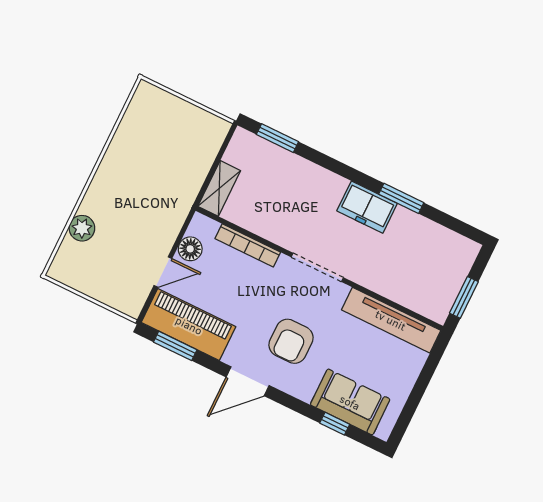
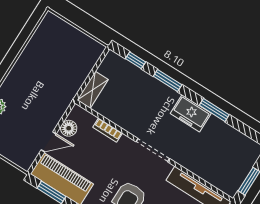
window: (277, 138) -> (136, 60), width x0.67
window: (328, 163) -> (168, 80), added
bookcase: (248, 245) -> (108, 130), width x0.64

